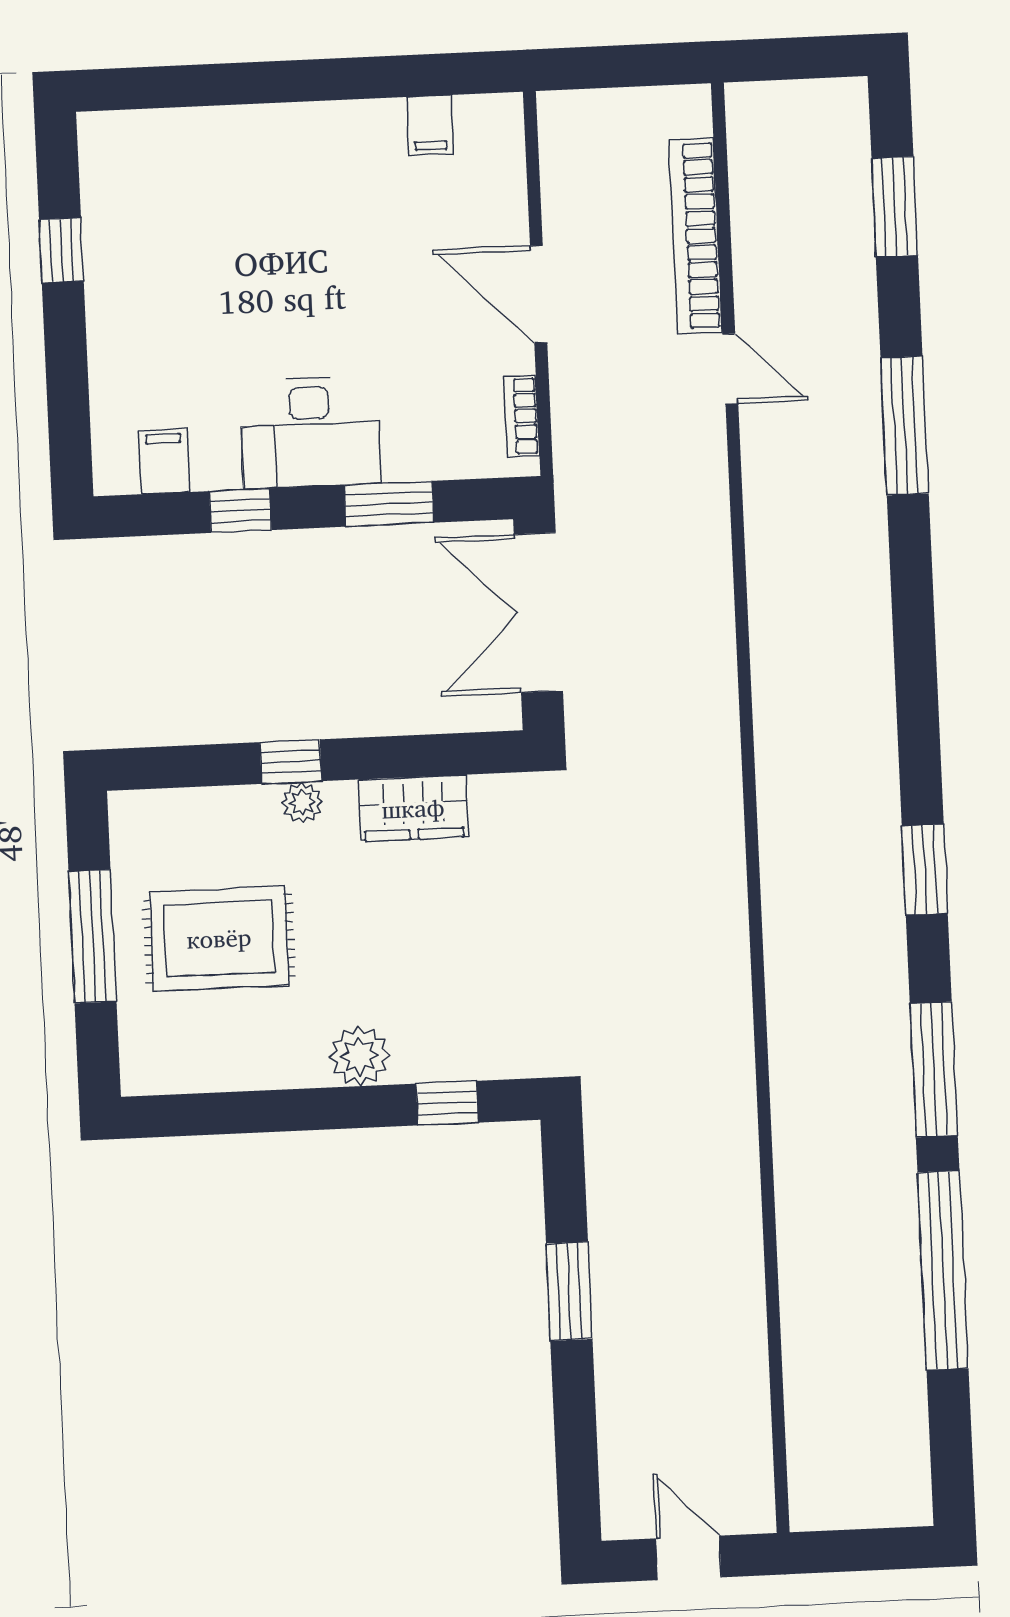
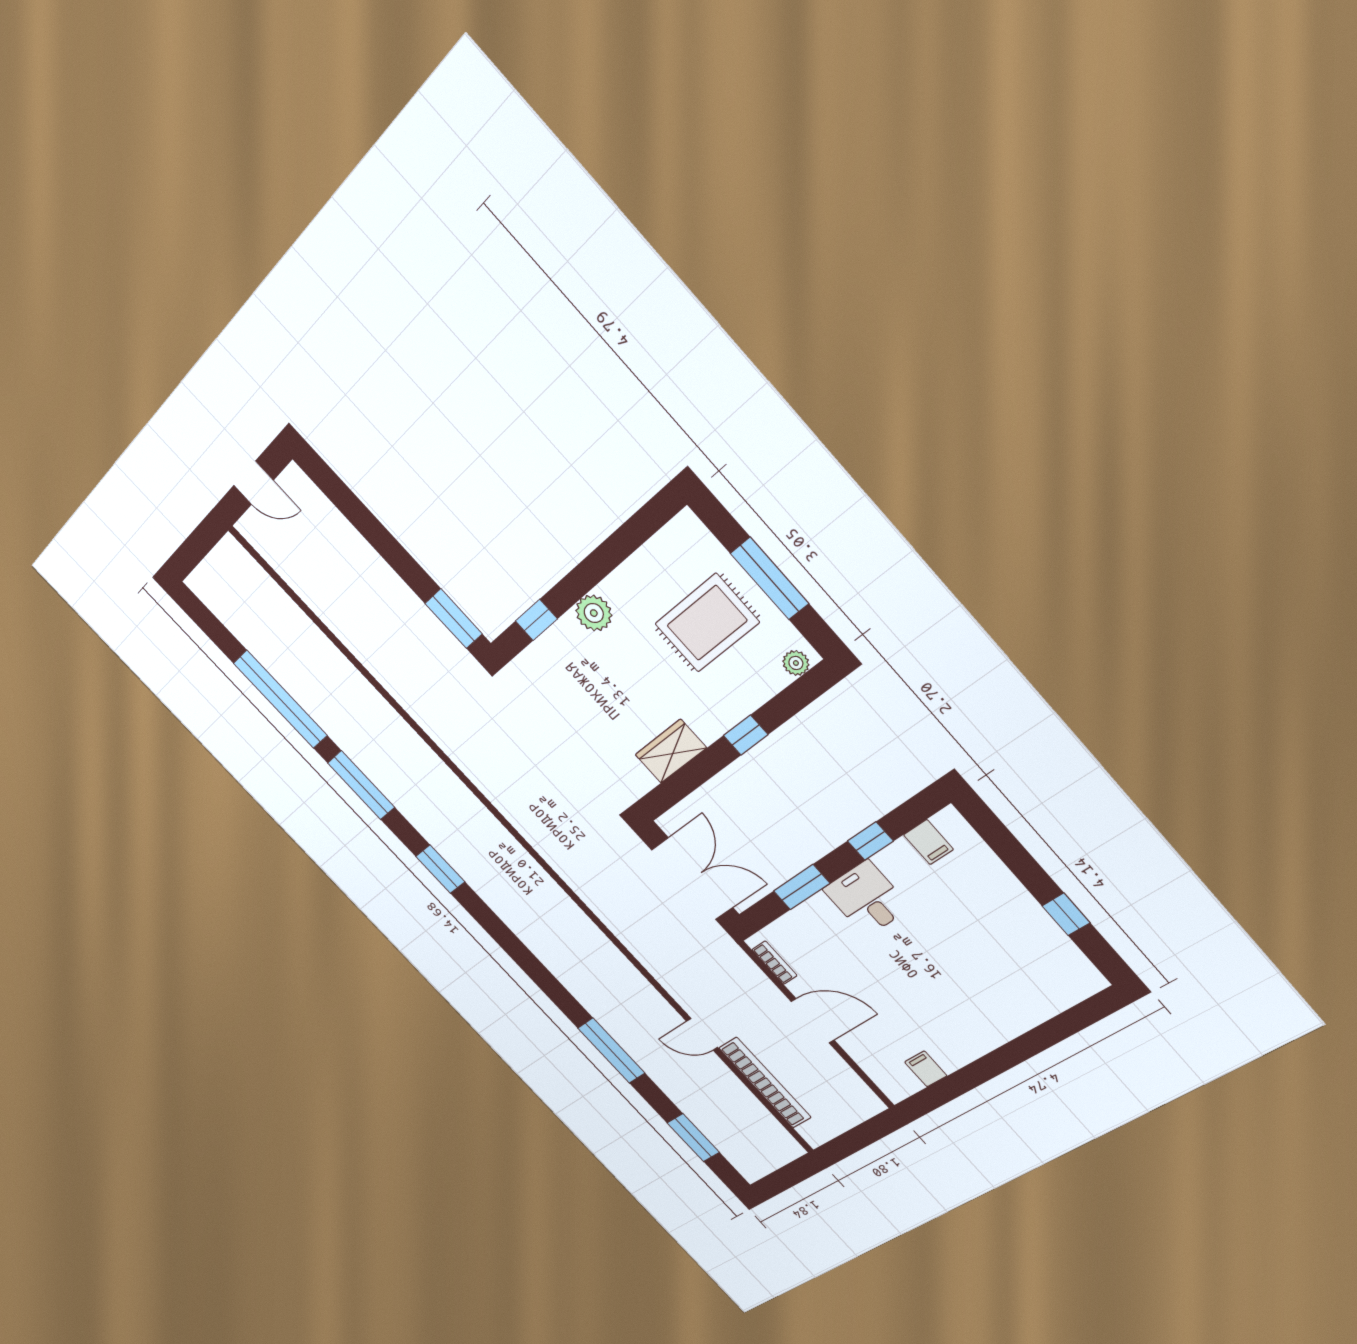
desk: (310, 432) -> (867, 898), width x0.73
plant: (302, 803) -> (796, 663), moved
window: (569, 1291) -> (454, 619), moved

